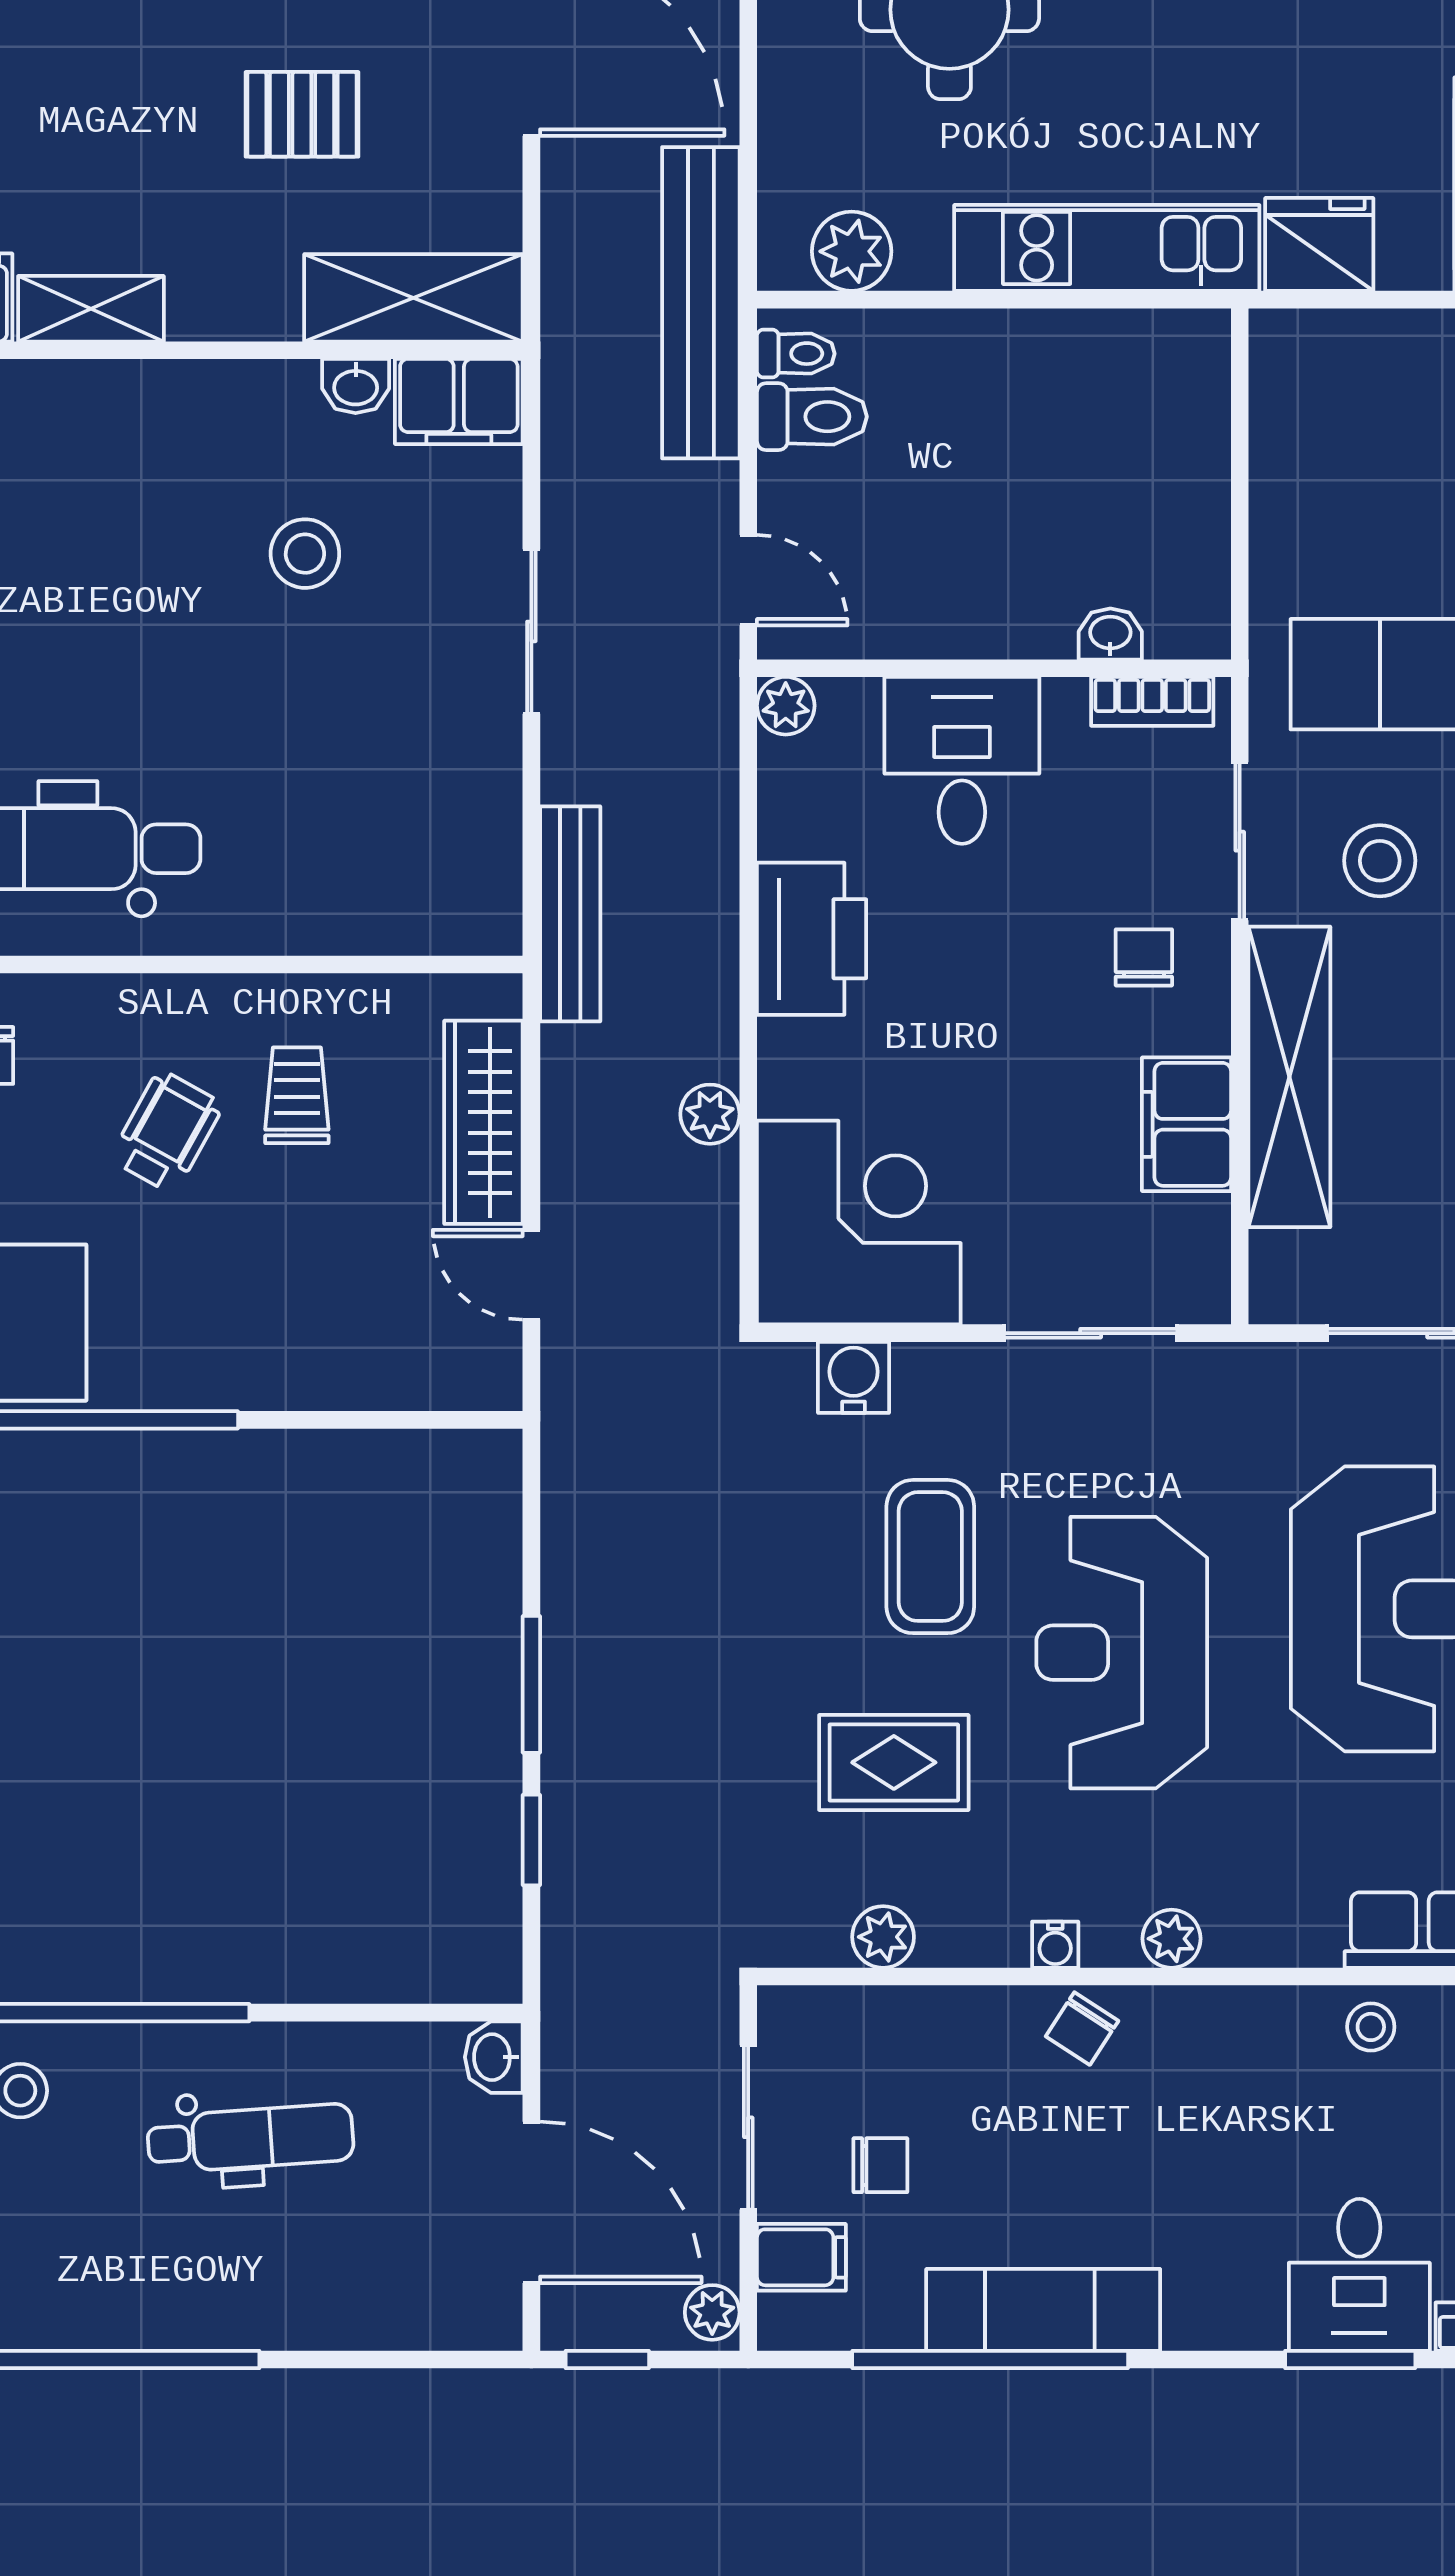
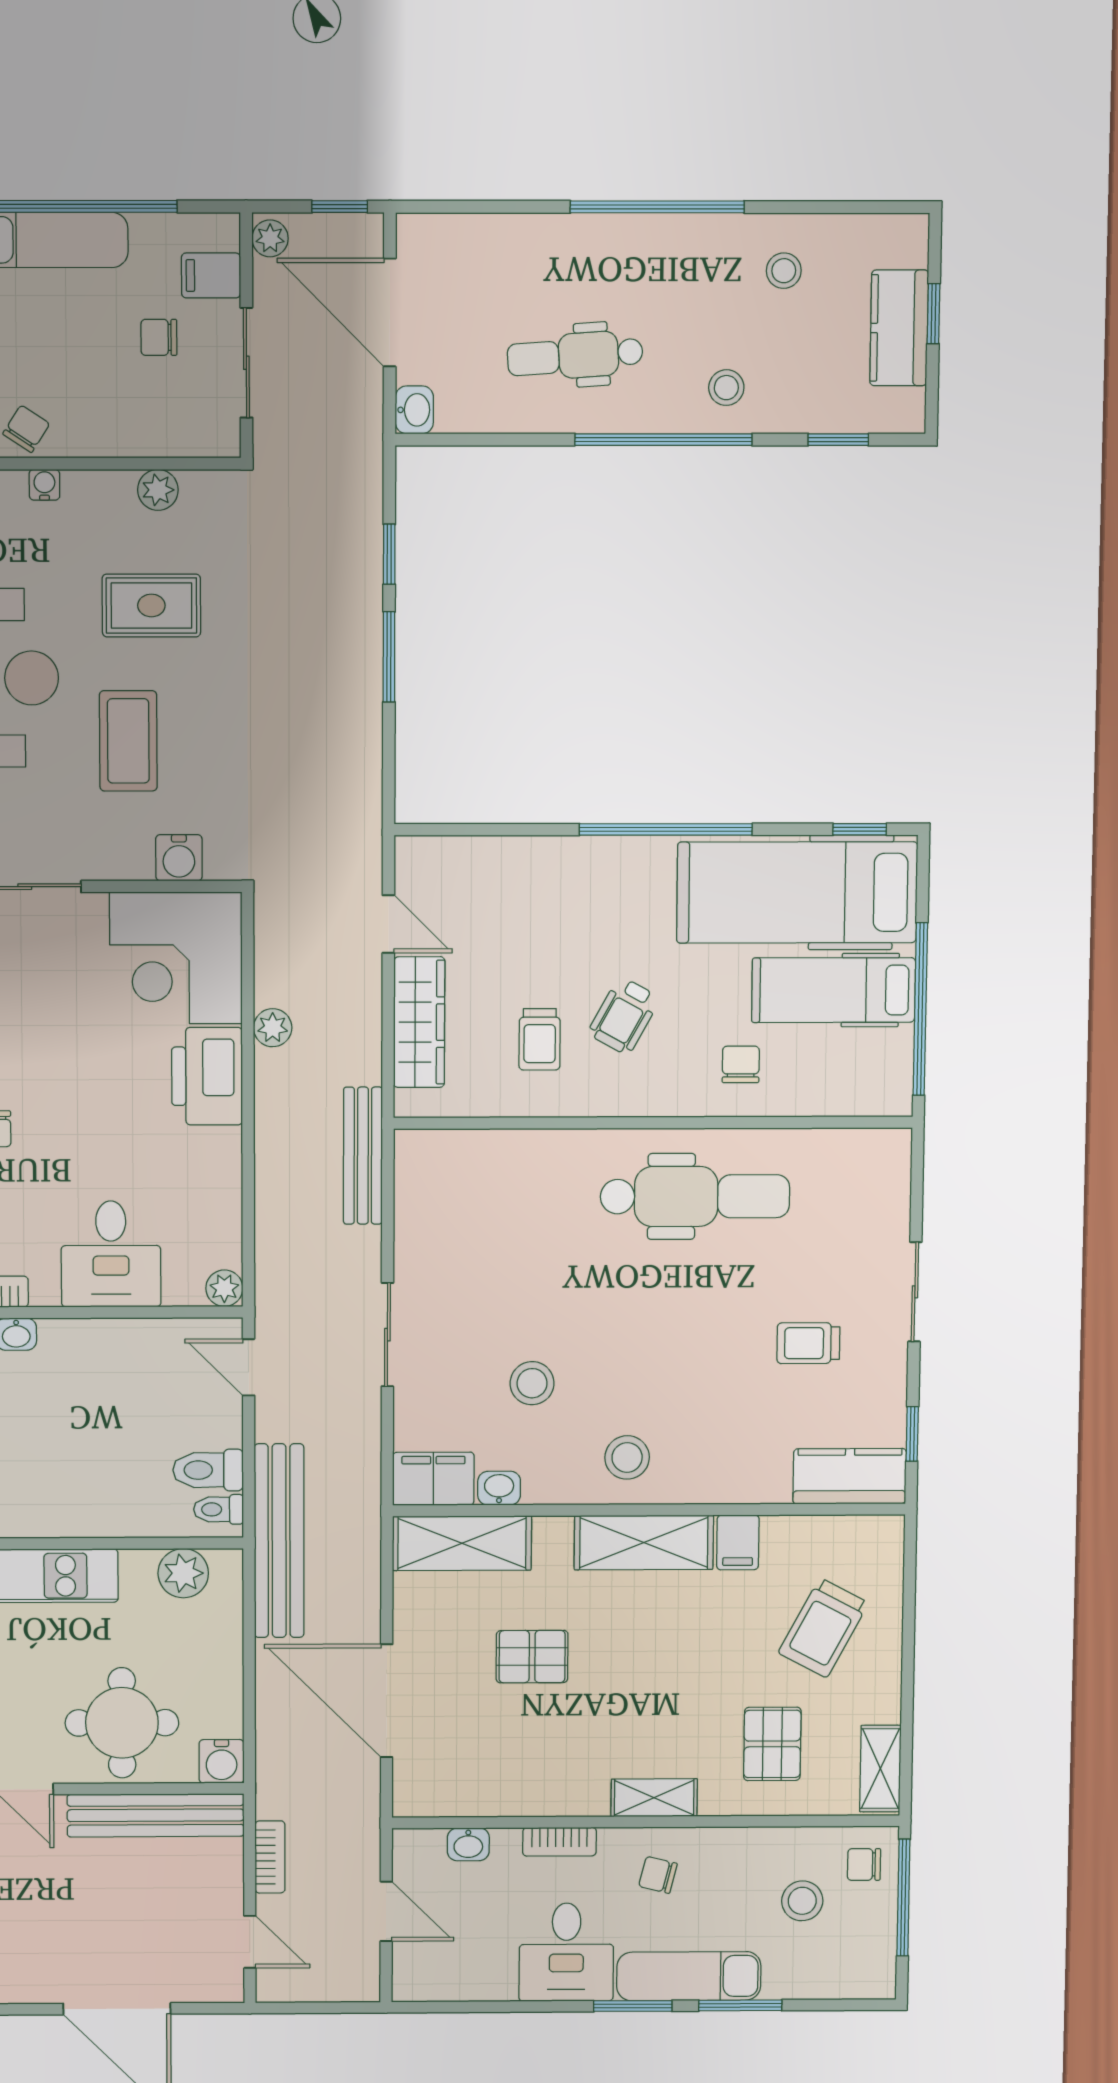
shelving: (91, 309) -> (644, 1543), width x1.50, depth x1.33
stool: (155, 434) -> (627, 1457), added
printer: (812, 939) -> (207, 1076), moved

